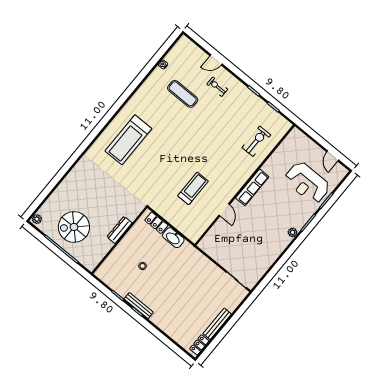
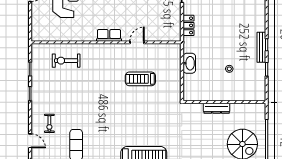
row of seats: (252, 187) -> (109, 35), width x0.68
locker: (156, 223) -> (189, 25), moved

